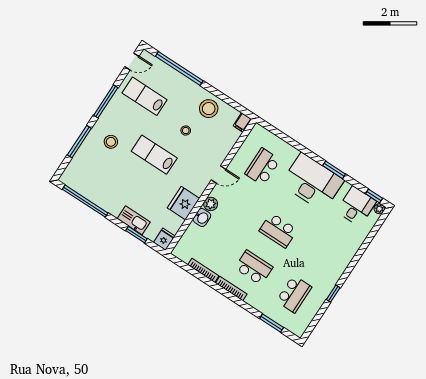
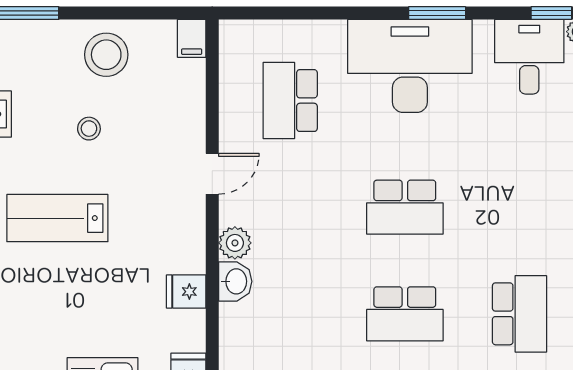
fridge: (183, 203) -> (186, 292), width x0.53, depth x0.75
school desk: (254, 268) -> (405, 314), turned 180

